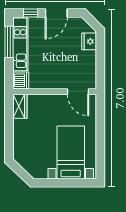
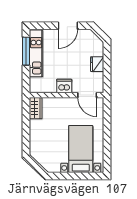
window: (31, 13) -> (45, 26), removed
fridge: (89, 41) -> (97, 64), moved
dishwasher: (21, 80) -> (64, 86), moved, turned -90

